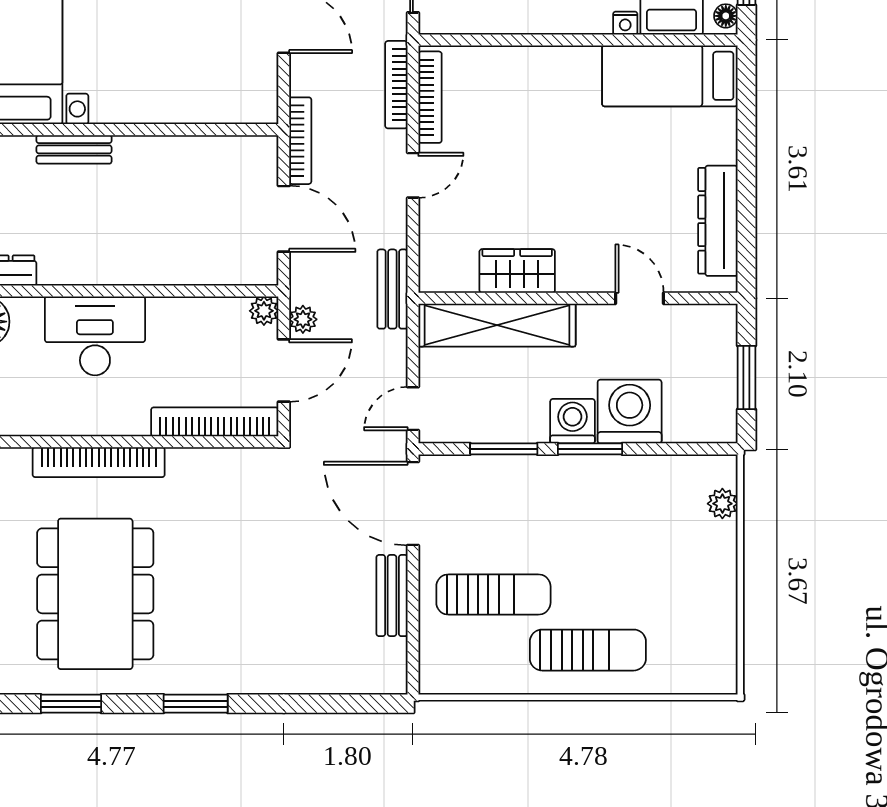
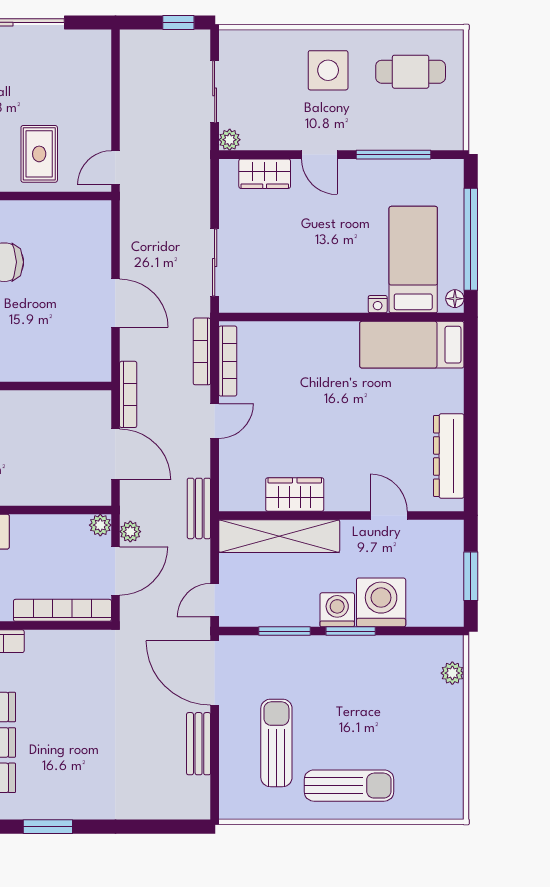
sun lounger: (493, 595) -> (276, 743), turned -90

